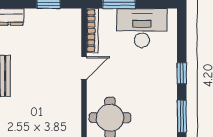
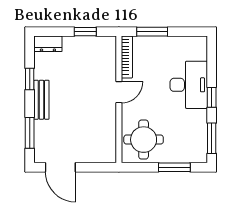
desk: (142, 28) -> (189, 85), moved, turned 90

